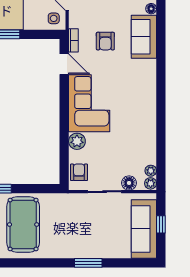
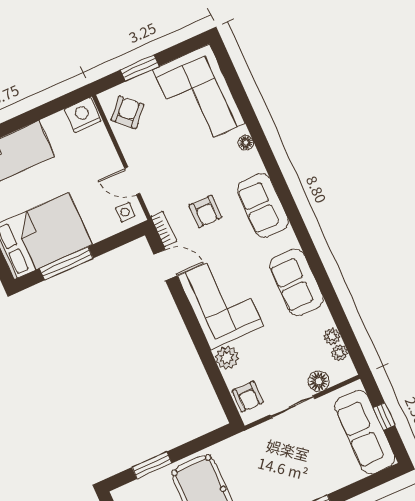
sofa: (144, 37) -> (263, 205), moved
sofa: (143, 113) -> (297, 282), added
armchair: (79, 172) -> (248, 397), turned 180
plant: (151, 183) -> (332, 336), moved

